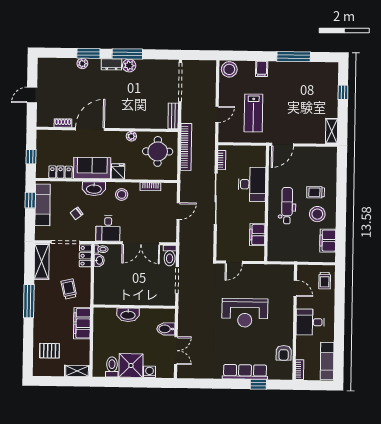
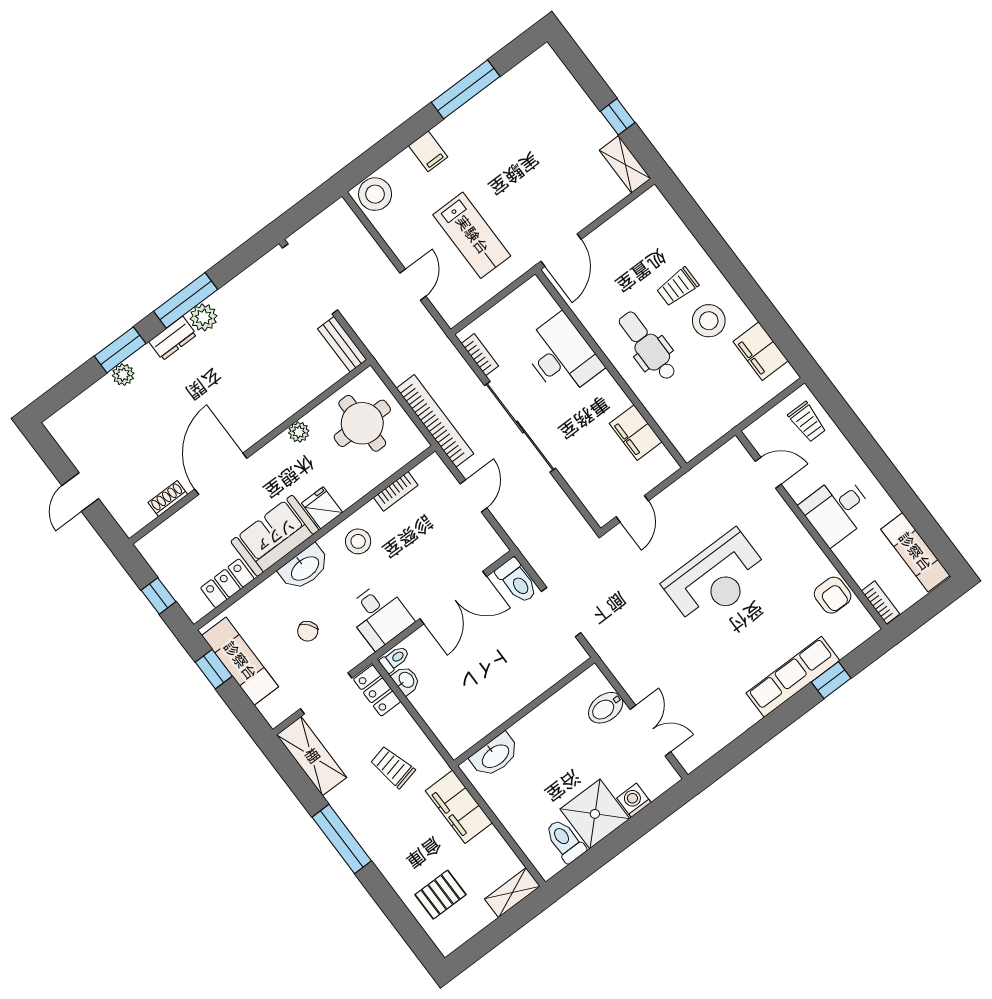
window: (343, 92) -> (618, 117), moved
bookcase: (186, 147) -> (435, 421), moved
washbasin: (128, 315) -> (495, 756), moved

